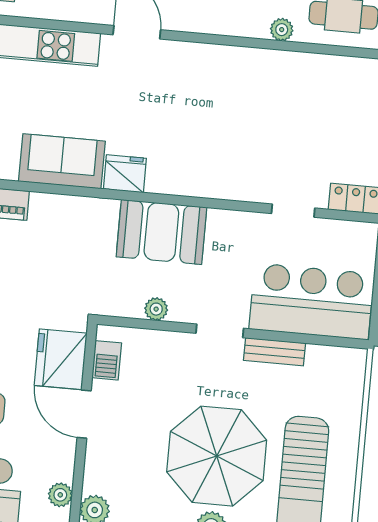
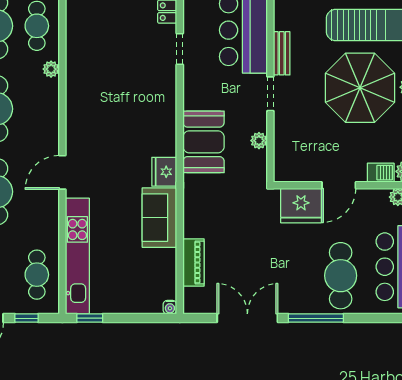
barbecue: (107, 360) -> (381, 173), moved

